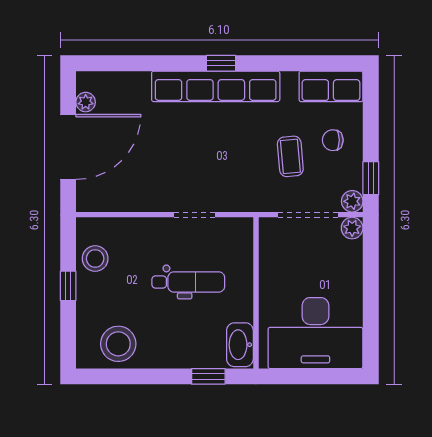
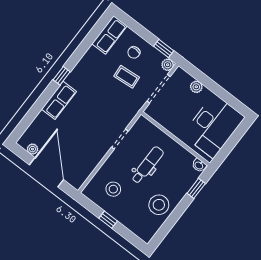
row of seats: (216, 86) -> (59, 100), width x0.50
plant: (352, 228) -> (196, 87), moved
stool: (95, 259) -> (113, 189), moved
stool: (118, 344) -> (159, 205), moved
washbasin: (240, 345) -> (199, 165), width x0.52, depth x0.69

